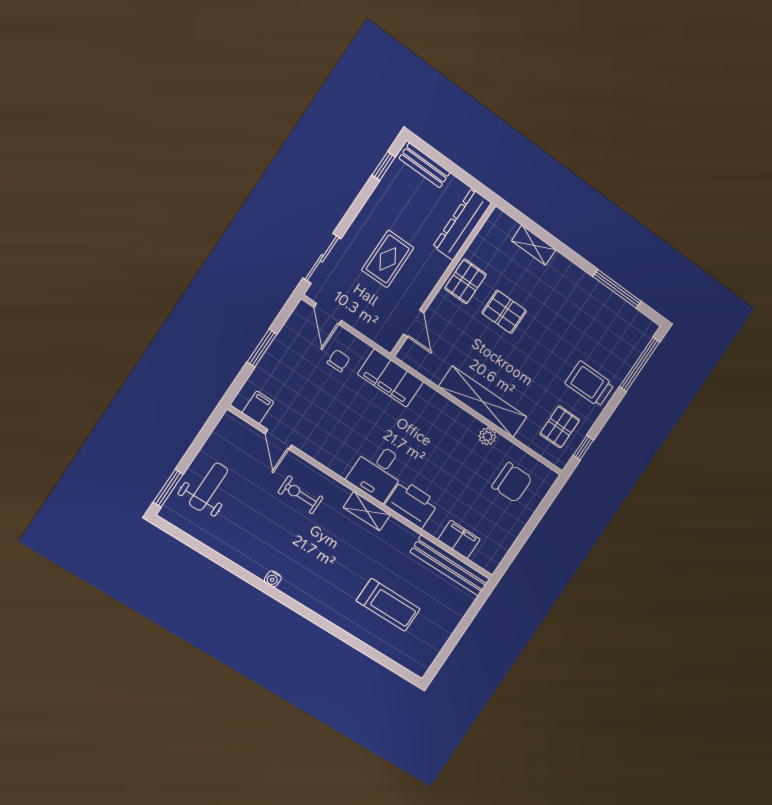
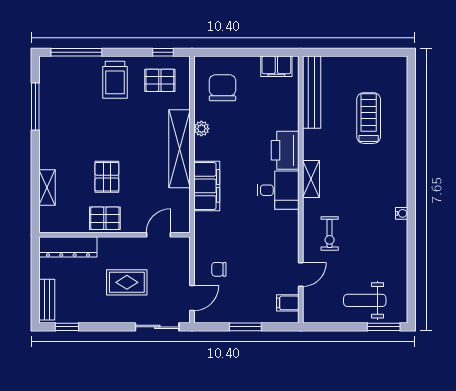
filing cabinet: (390, 378) -> (207, 186), moved
filing cabinet: (459, 539) -> (276, 66), moved, turned -90

